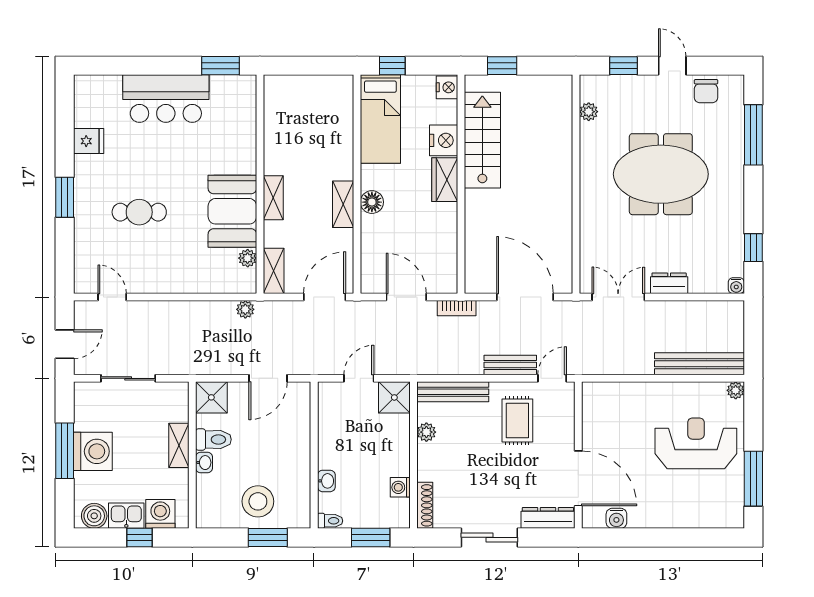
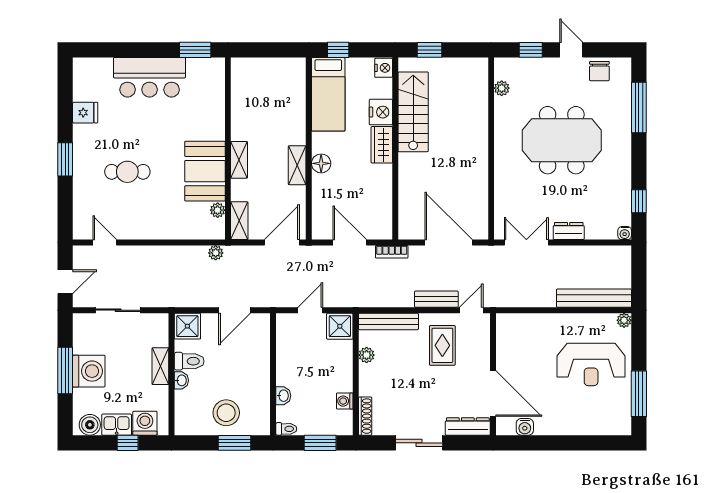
reception desk: (696, 443) -> (591, 364), turned 180

